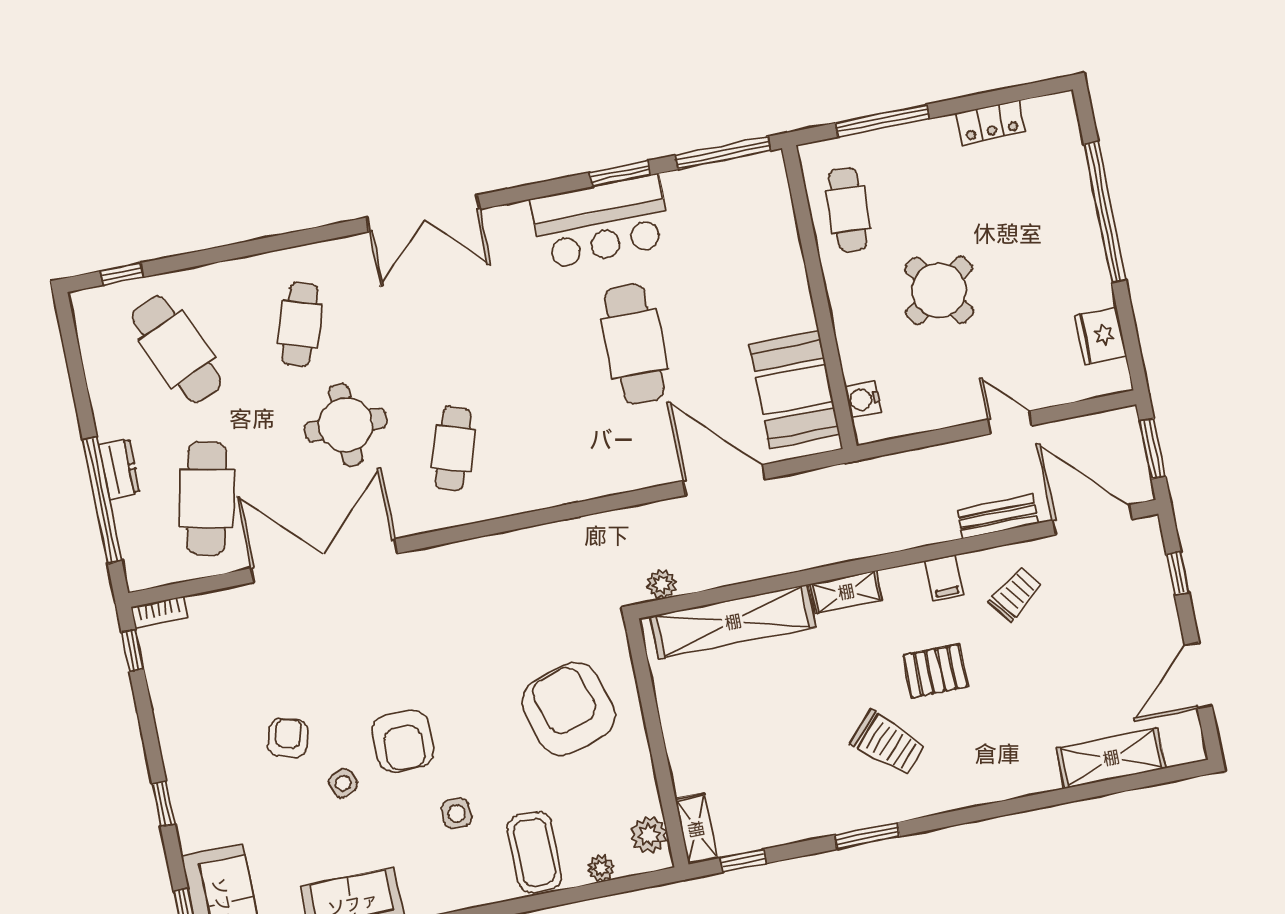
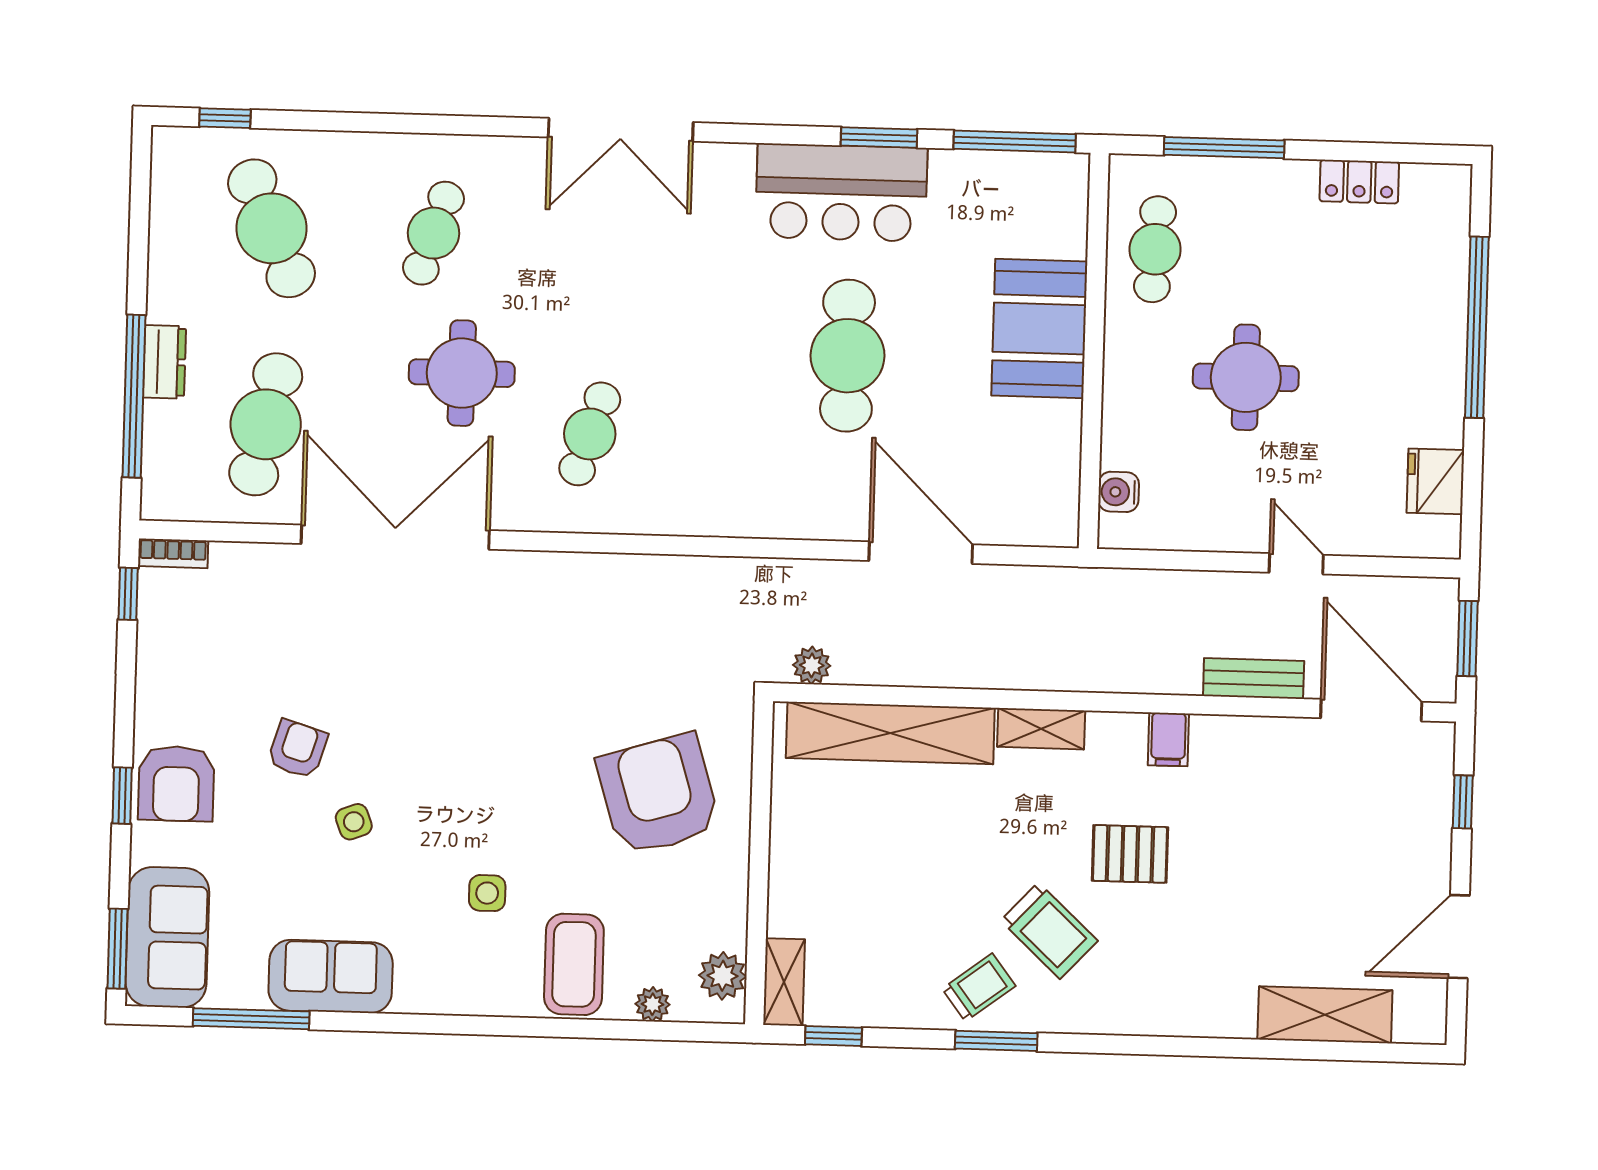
round table: (939, 290) -> (1246, 377), turned 35
booth: (795, 390) -> (1039, 329), moved
trolley: (1015, 594) -> (979, 987), moved
armchair: (403, 741) -> (176, 784), moved

